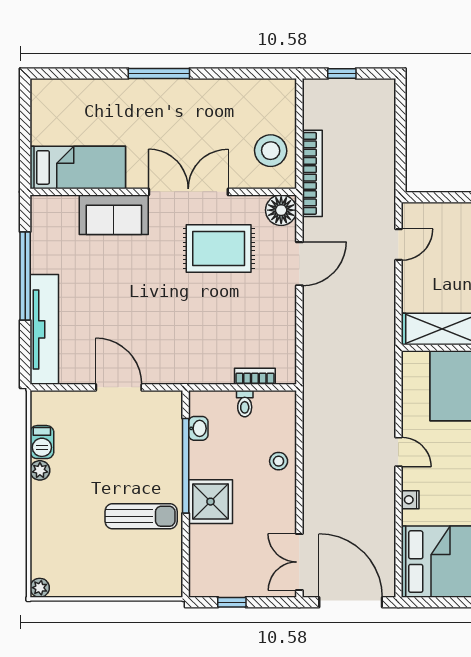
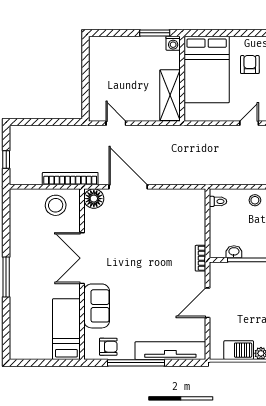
armchair: (50, 233) -> (108, 347), added
rug: (219, 249) -> (118, 239), removed
door: (299, 264) -> (128, 187), width x1.36
bookcase: (255, 376) -> (200, 258), moved
toilet: (245, 404) -> (218, 201), moved
barbecue: (42, 442) -> (239, 350), width x1.38, depth x1.27

